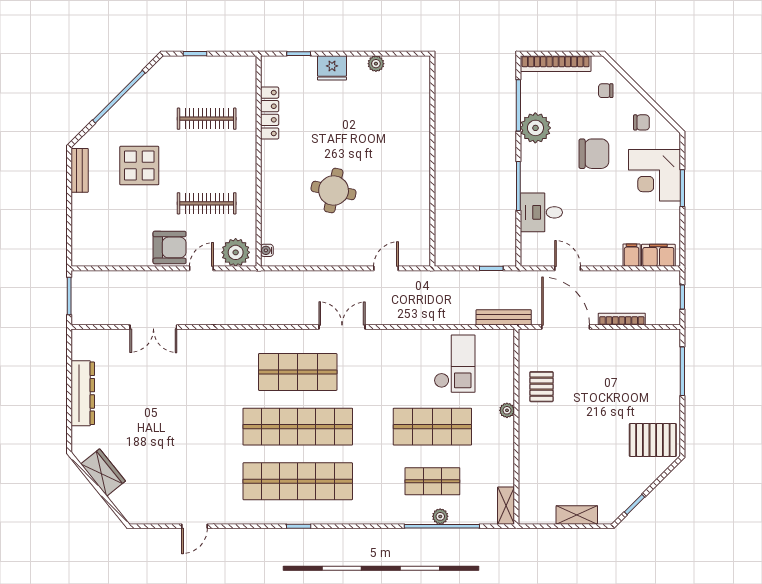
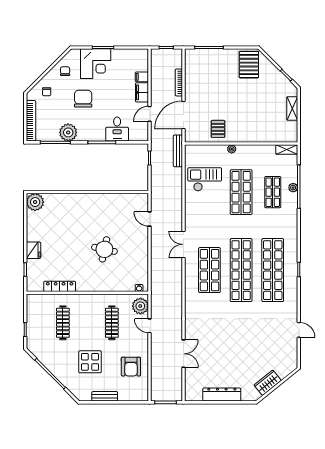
plant: (376, 64) -> (35, 202), moved, width x1.88, depth x1.88
bench: (80, 170) -> (105, 396), moved
armchair: (170, 247) -> (131, 367), moved, turned 180
filing cabinet: (658, 255) -> (142, 92), moved
pallet: (541, 387) -> (218, 129), turned 90

